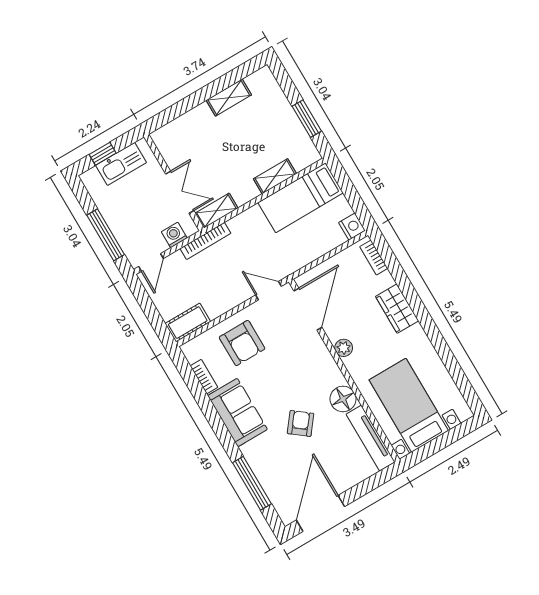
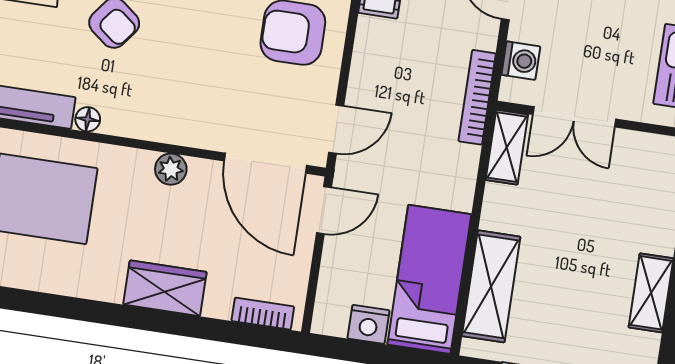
shelving: (275, 176) -> (491, 286), width x1.50, depth x1.33
nightstand: (352, 226) -> (368, 324), moved
door: (308, 268) -> (324, 210), added
floor lamp: (343, 399) -> (88, 119), width x0.53, depth x0.53

